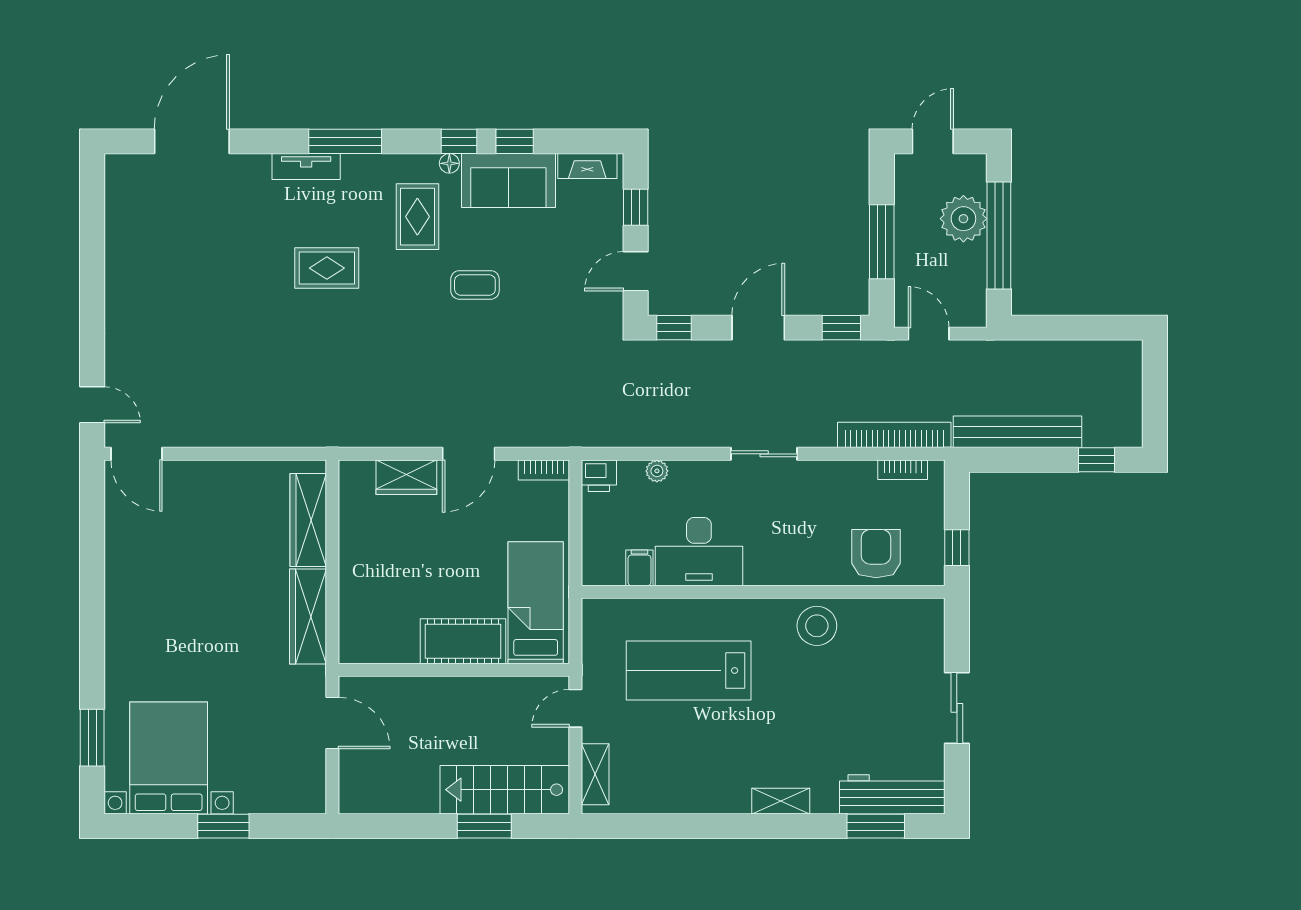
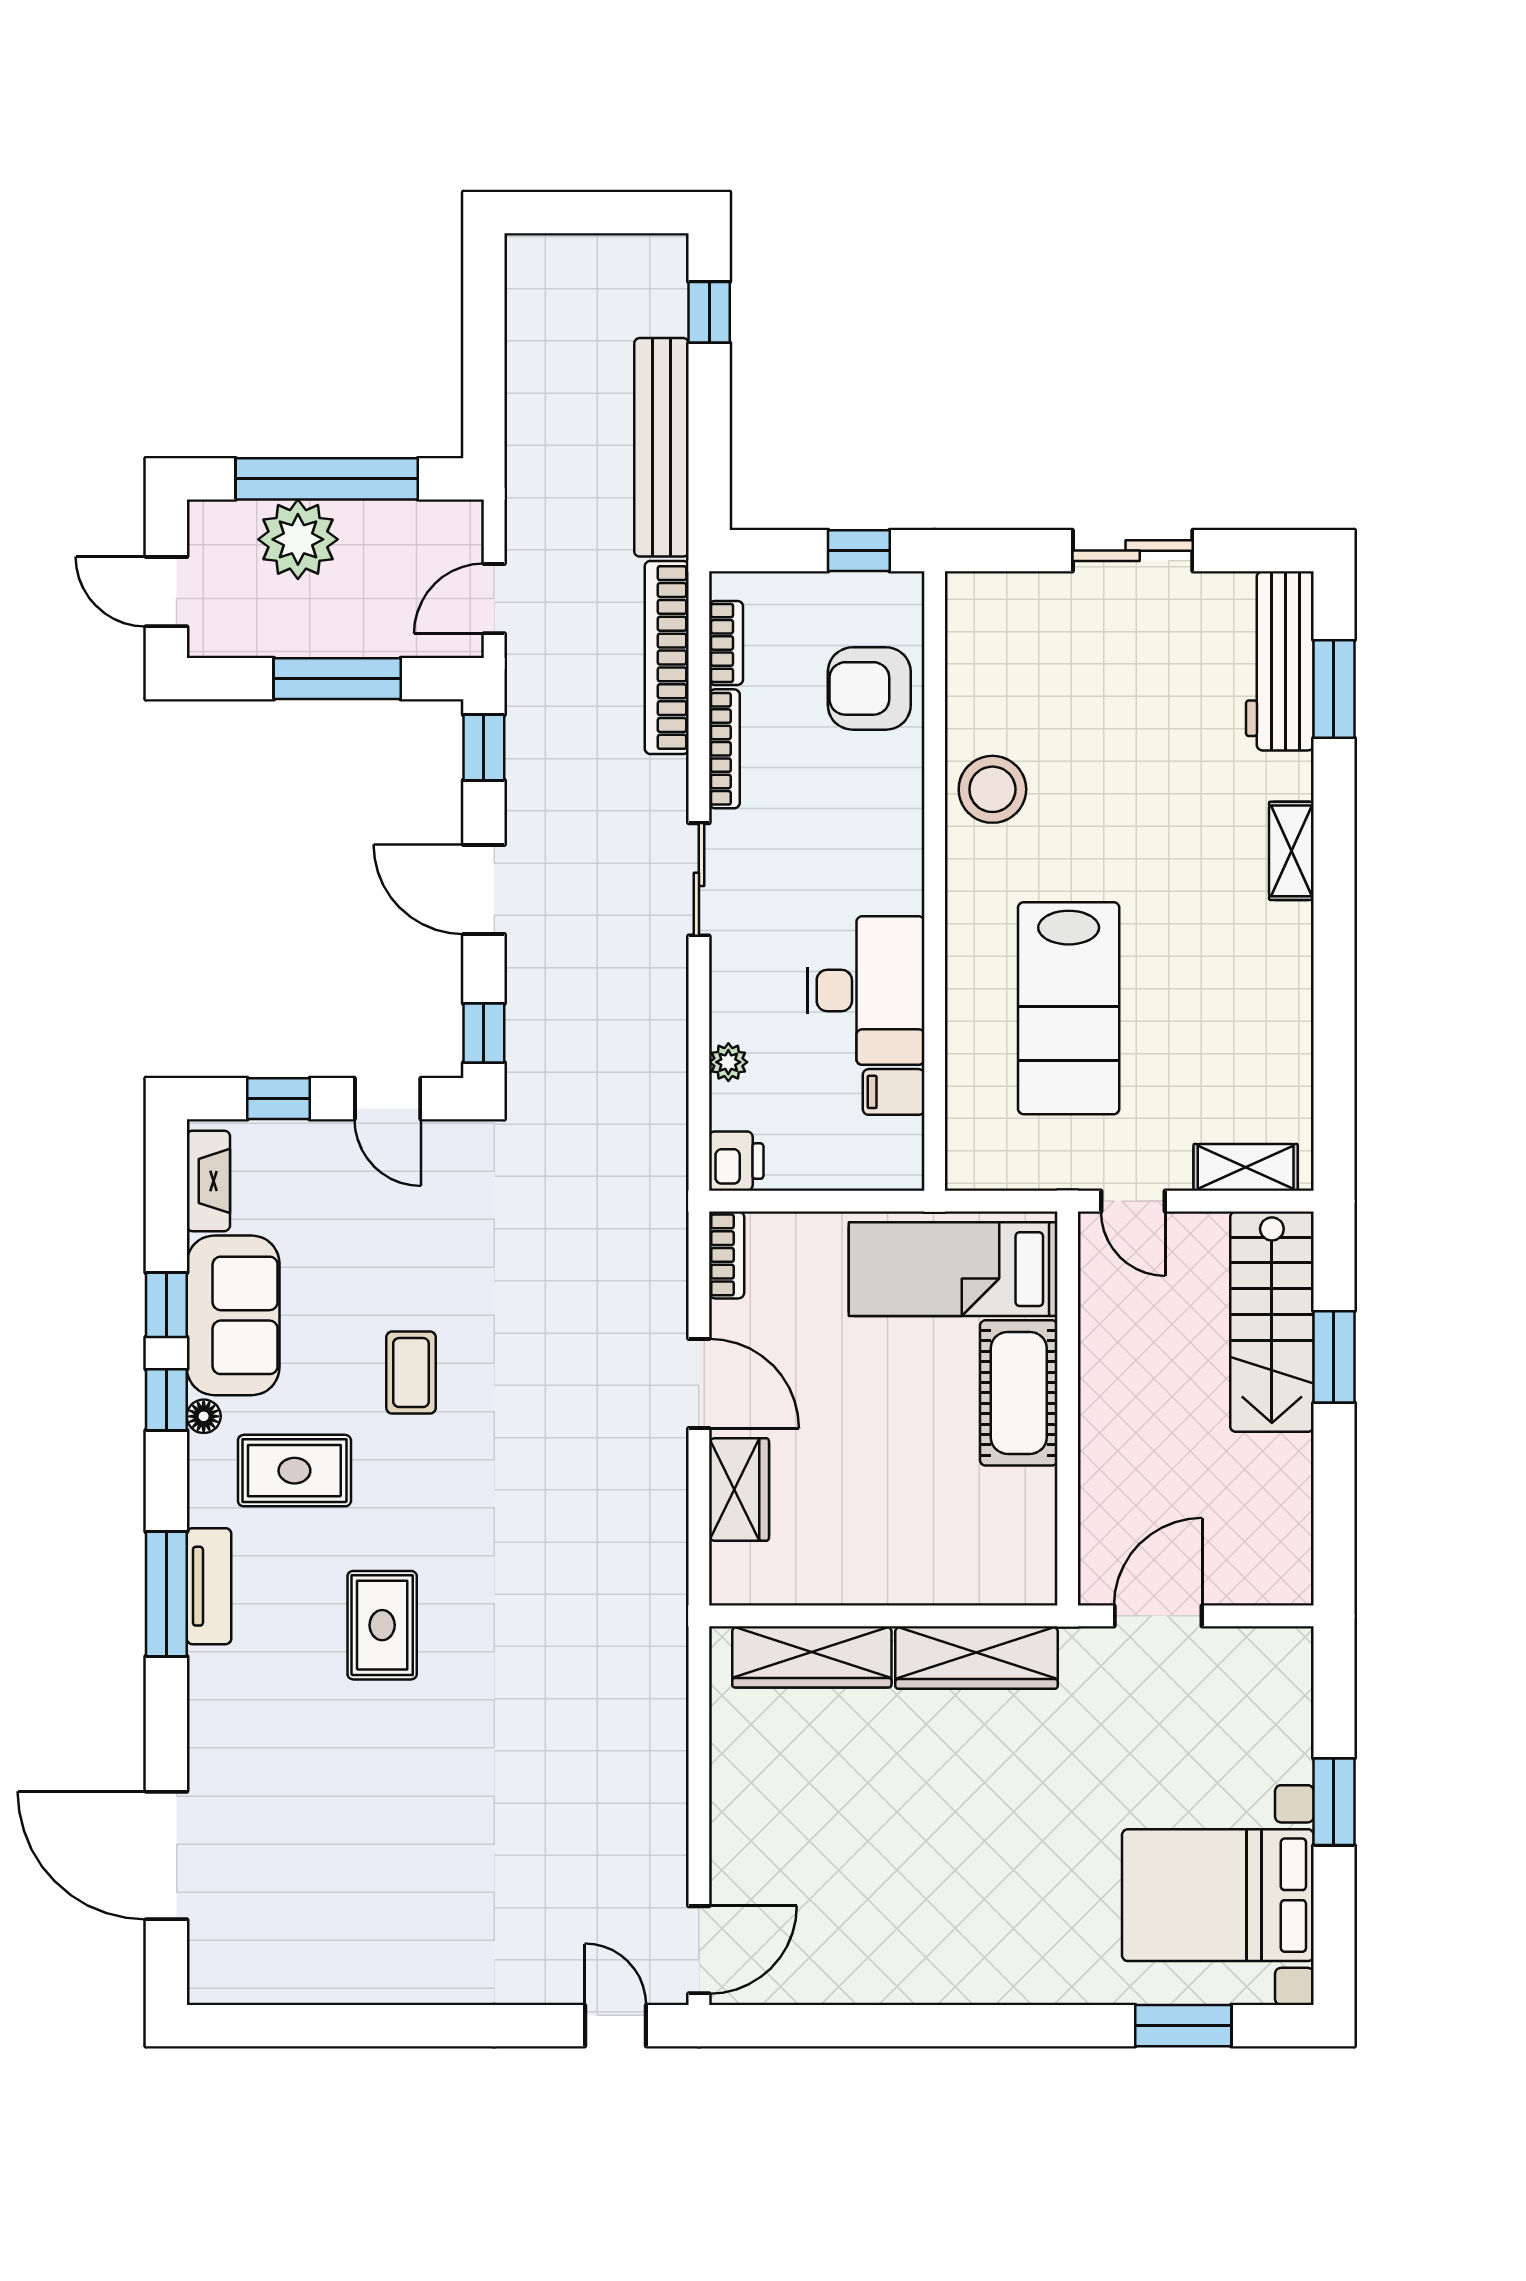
tv unit: (306, 167) -> (209, 1586), moved
door: (92, 405) -> (615, 2026), hinge flipped
bookcase: (841, 469) -> (724, 749), added

